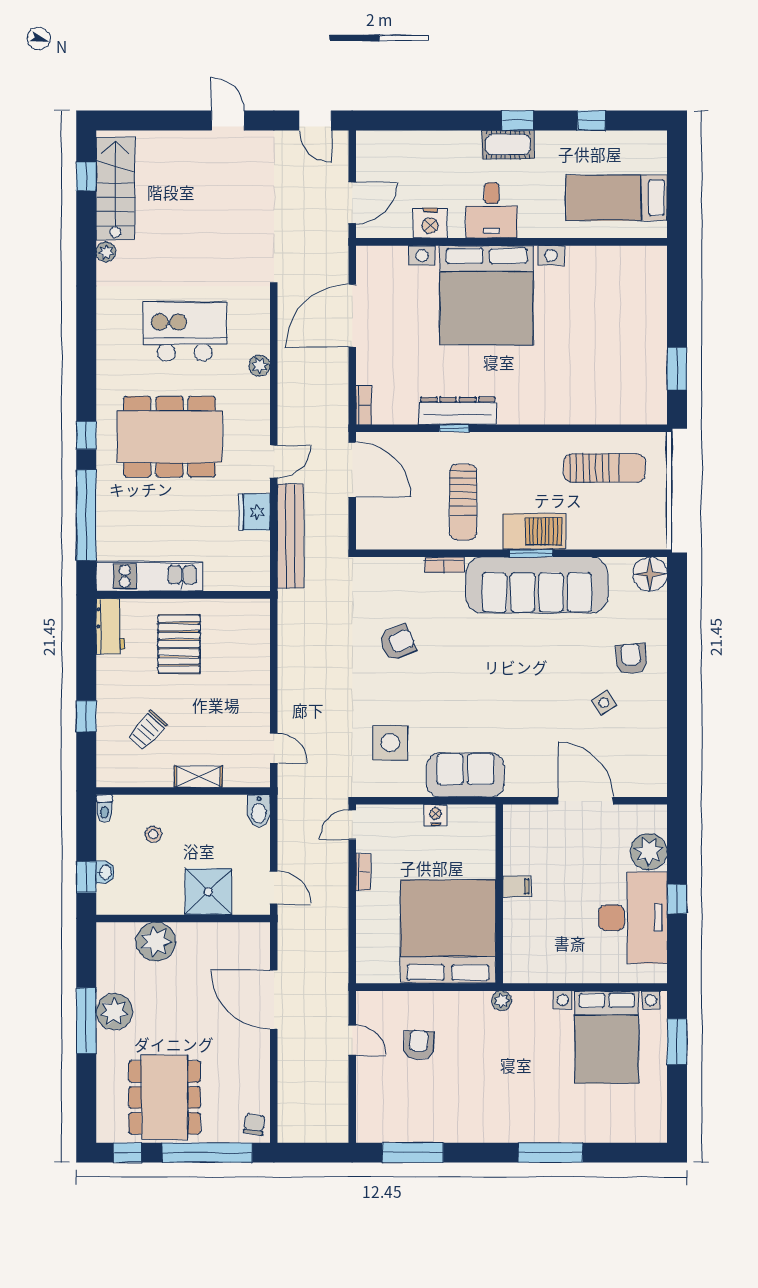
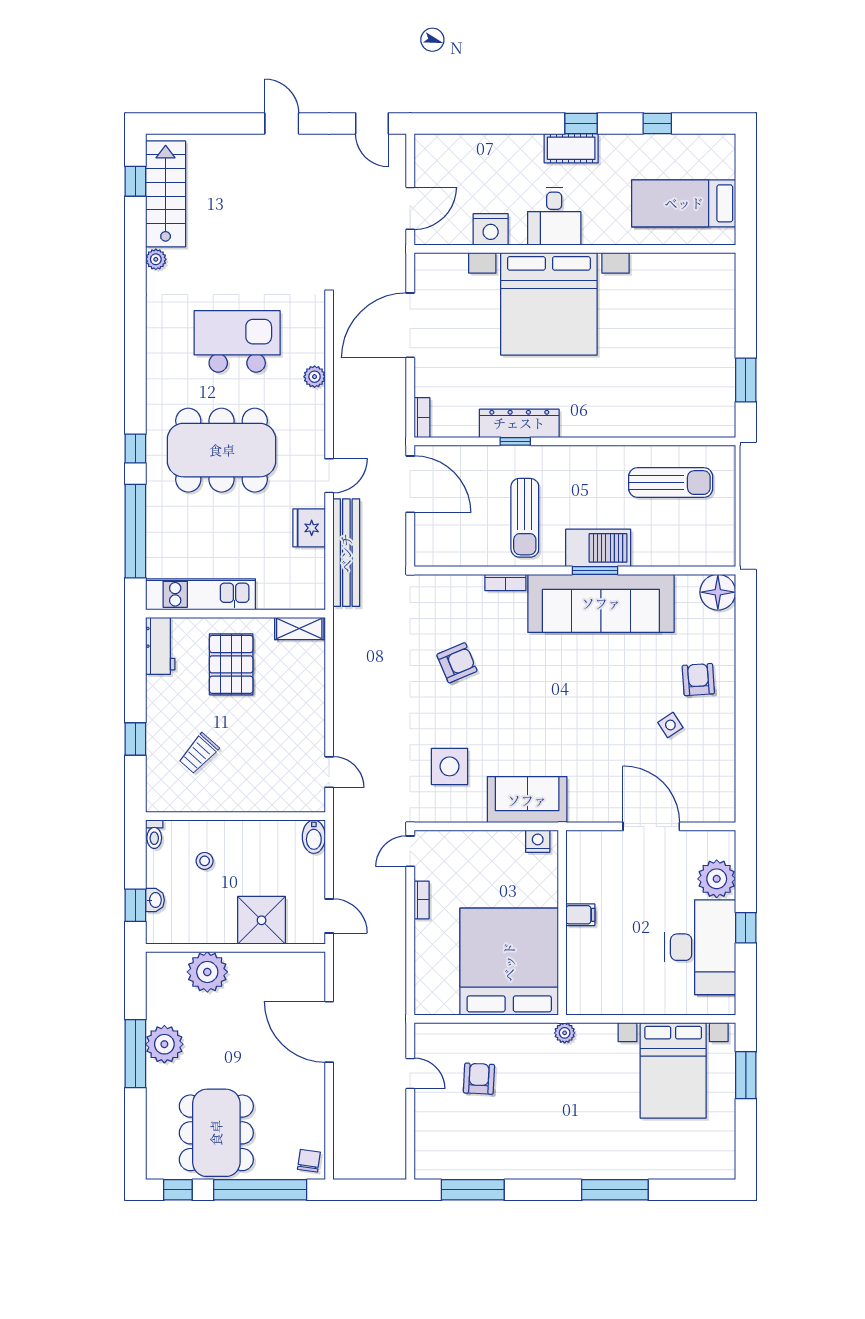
shelving: (198, 777) -> (299, 628), moved
nightstand: (436, 815) -> (538, 841), moved

